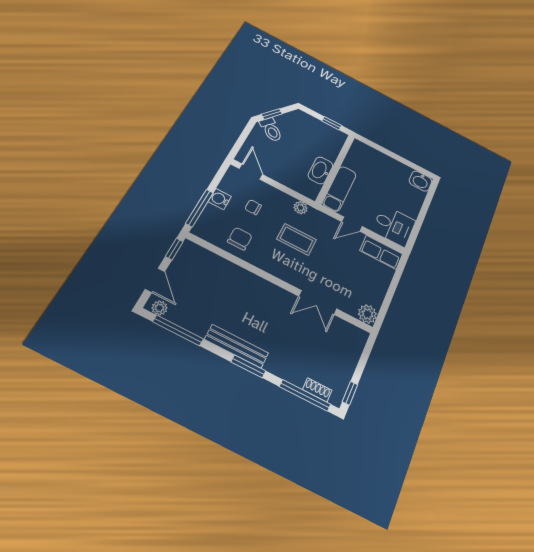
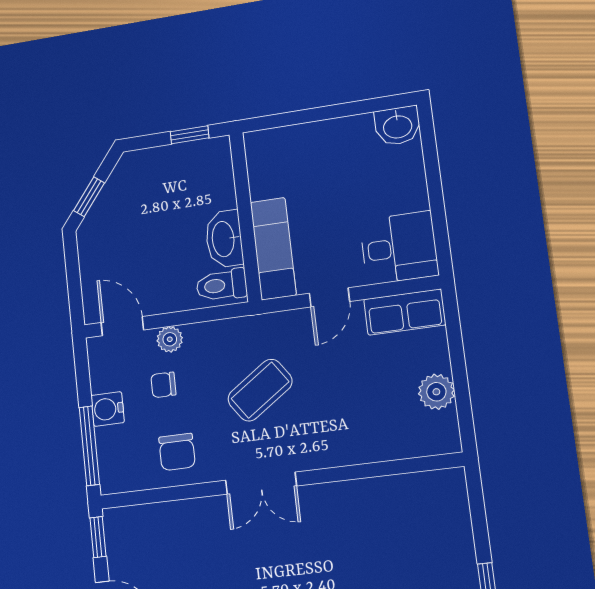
toilet: (271, 130) -> (222, 285), moved, turned 142
plant: (301, 208) -> (170, 339), moved
chair: (240, 239) -> (177, 452), turned 180
coffee table: (297, 239) -> (260, 390), turned -35
double door: (318, 302) -> (261, 483), moved
plant: (367, 314) -> (436, 392), moved

